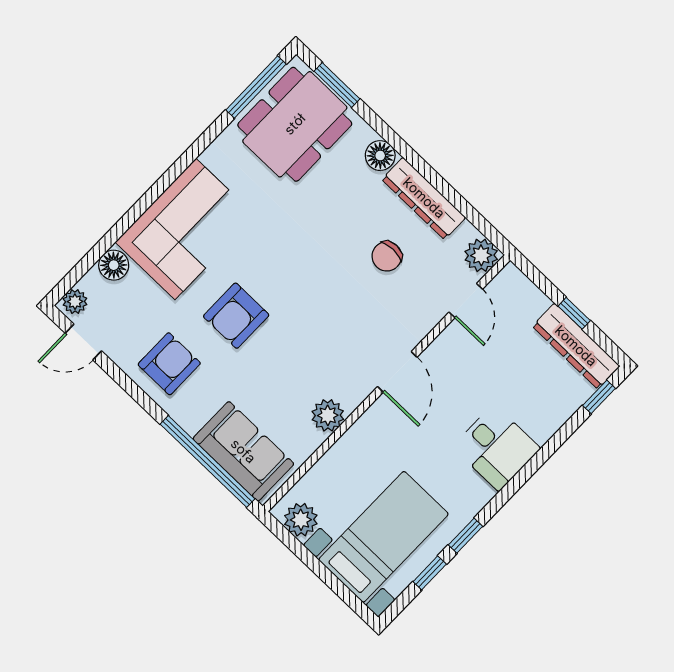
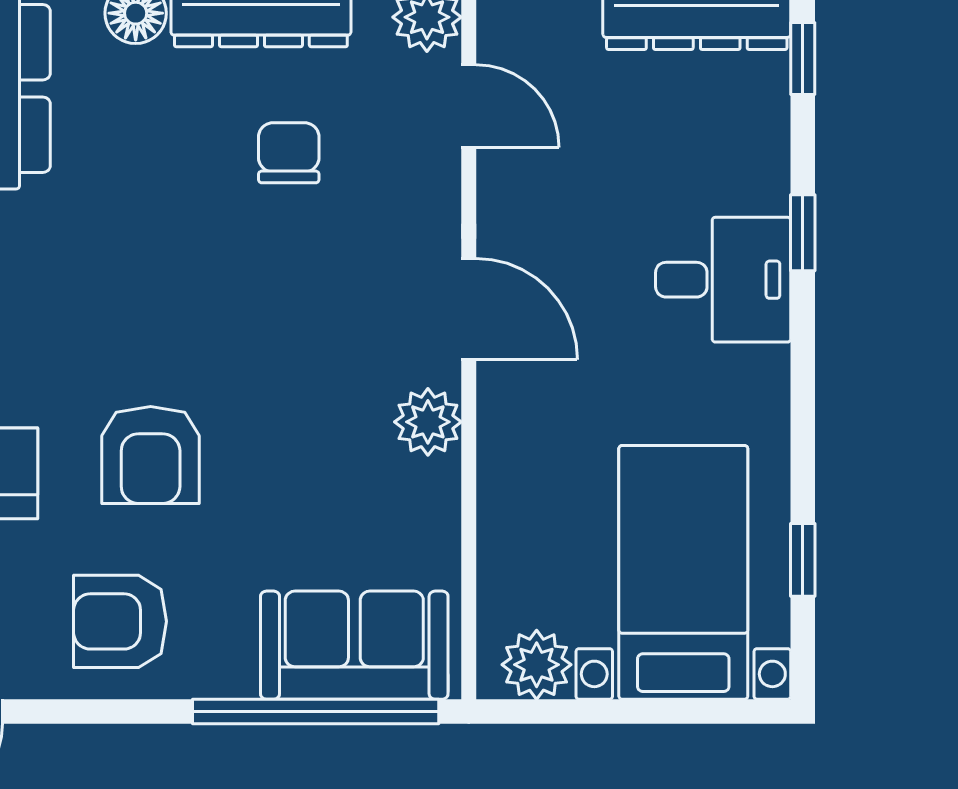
chair: (387, 256) -> (289, 153), turned 180
armchair: (169, 364) -> (120, 621), turned -90
plant: (328, 415) -> (428, 422), moved
window: (466, 536) -> (803, 233), moved

